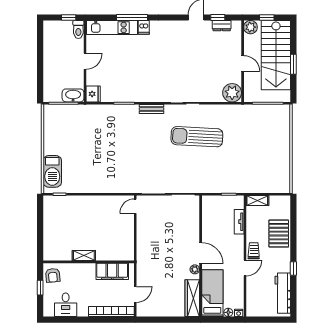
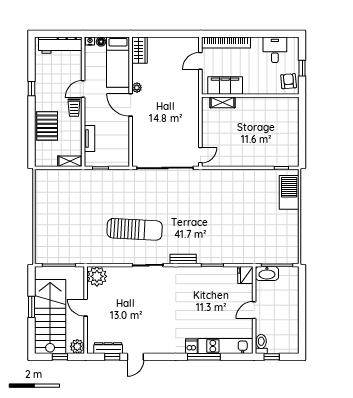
dresser: (222, 26) -> (108, 348), width x1.44
shelving: (84, 256) -> (222, 102), moved
workbench: (283, 293) -> (60, 45), moved, turned 90
wardrobe: (192, 298) -> (140, 50), width x0.67

